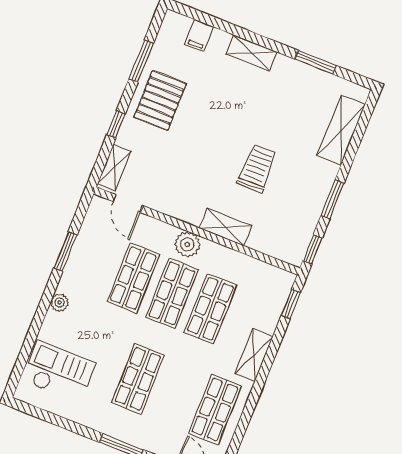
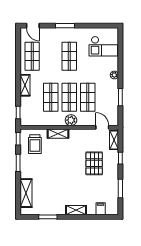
pallet: (160, 100) -> (94, 163), moved
trolley: (257, 168) -> (35, 144), moved

